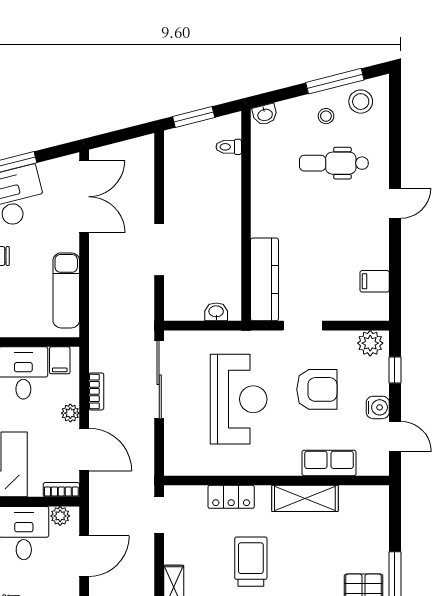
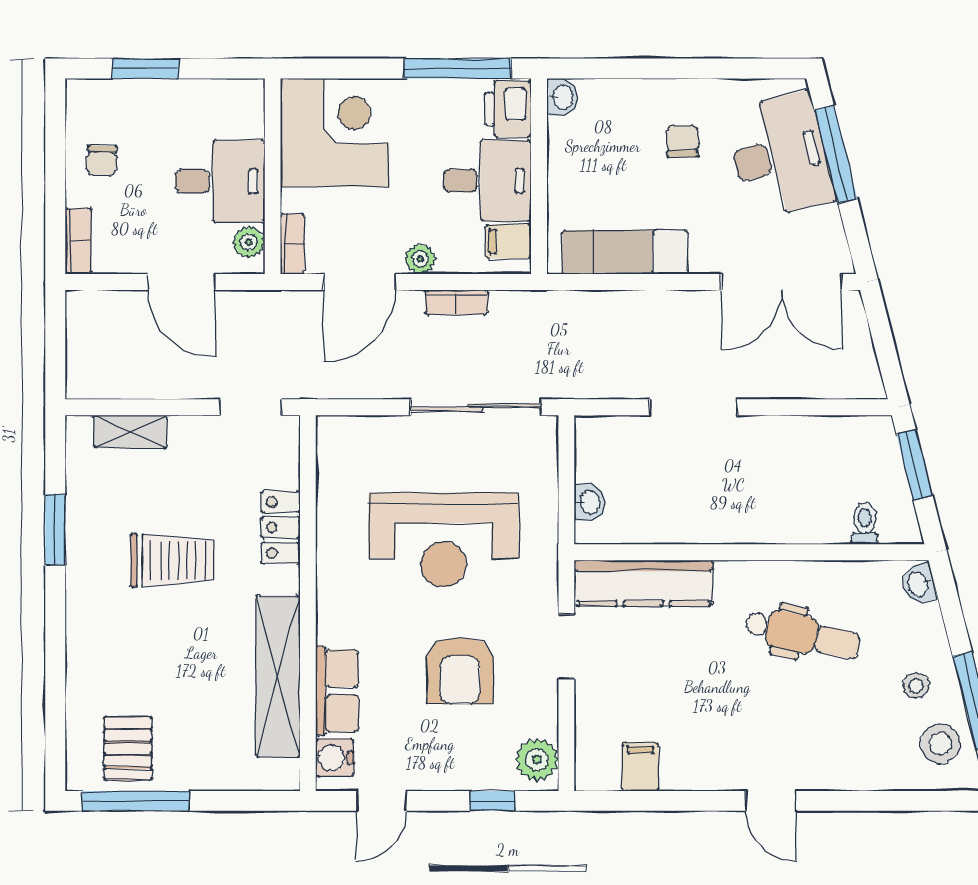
dental chair: (334, 163) -> (803, 634), moved, turned 103
water cooler: (378, 407) -> (335, 758), moved, turned 90
shelving: (305, 498) -> (278, 676), width x1.47

